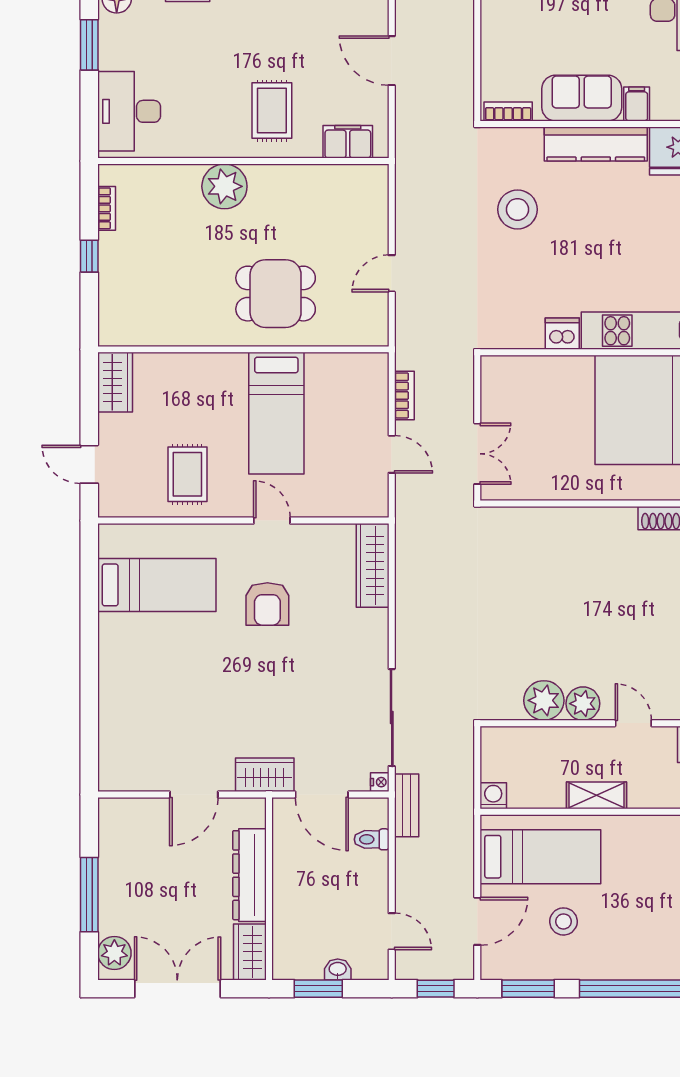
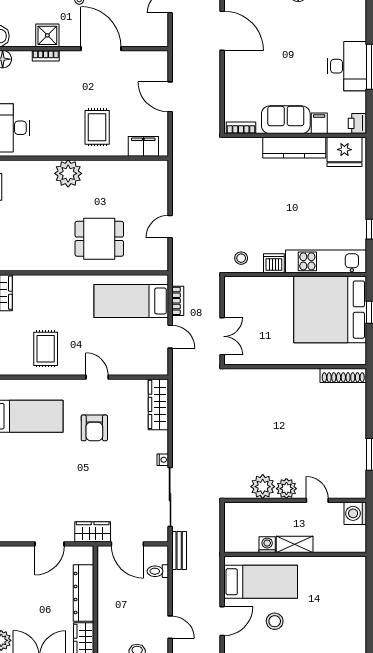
stool: (517, 209) -> (241, 258), moved, width x0.53, depth x0.53
bed: (276, 413) -> (131, 301), moved, turned 90
nightstand: (380, 782) -> (163, 460), moved
washing machine: (493, 796) -> (267, 545), moved

